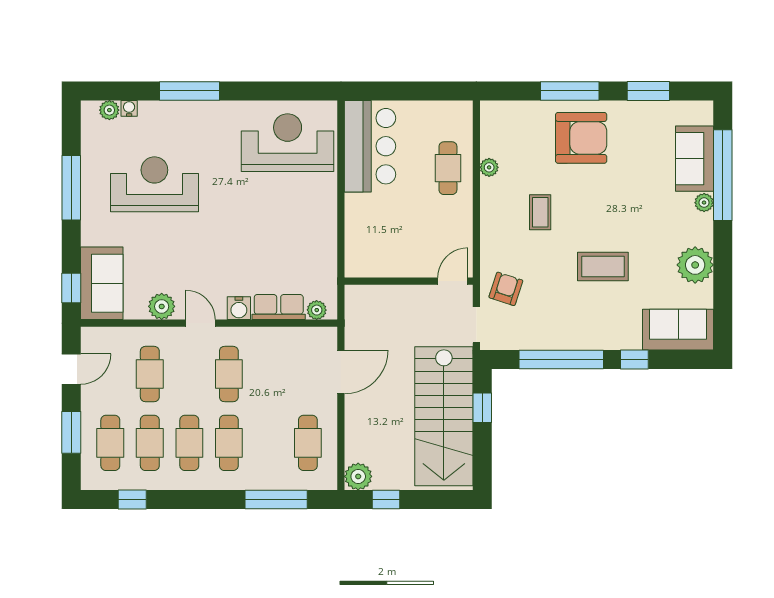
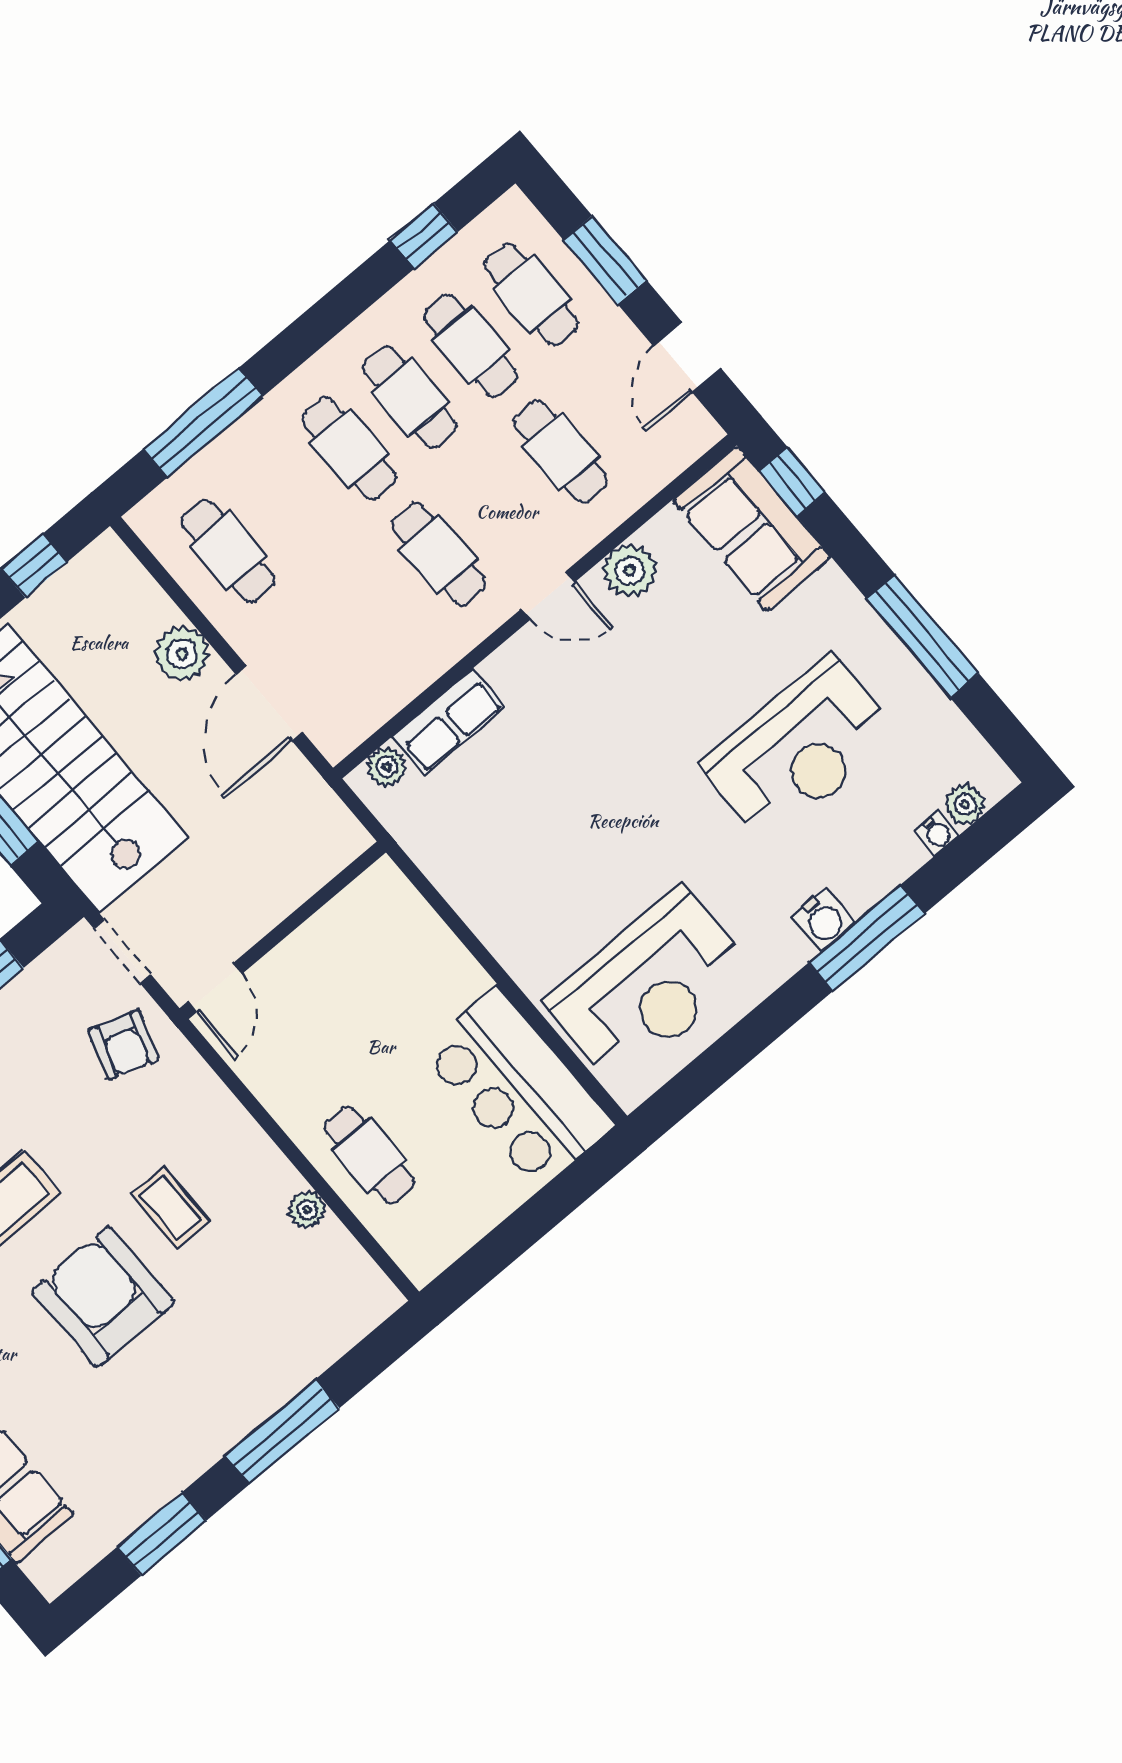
armchair: (581, 138) -> (103, 1297), moved, turned 90
water cooler: (239, 308) -> (823, 920), moved, turned 180
plant: (358, 476) -> (182, 654), moved

